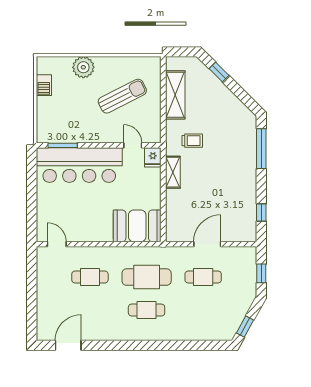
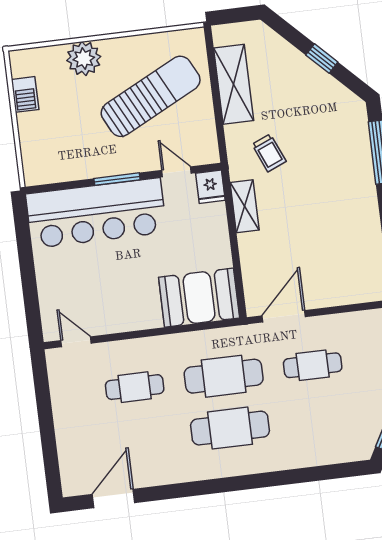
window: (219, 72) -> (322, 58), moved
sun lounger: (122, 96) -> (151, 96), width x1.36, depth x1.34
trolley: (192, 141) -> (269, 153), turned 67
window: (63, 145) -> (117, 179), moved
door: (207, 244) -> (284, 316), moved
cafe table: (147, 310) -> (230, 428), width x1.37, depth x1.35

